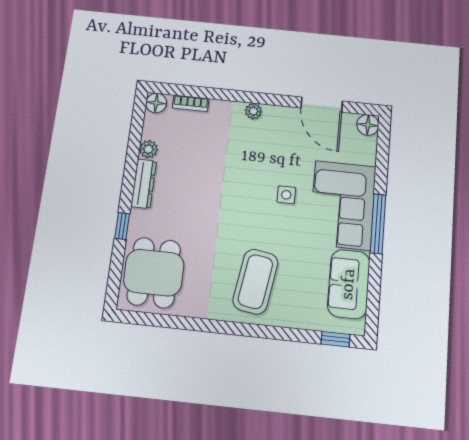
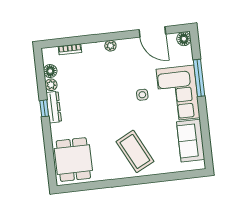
floor lamp: (156, 103) -> (50, 71), moved
window: (378, 224) -> (199, 78), moved
window: (122, 226) -> (44, 108), moved
coffee table: (255, 282) -> (135, 151), turned -36
window: (335, 339) -> (189, 174), removed

